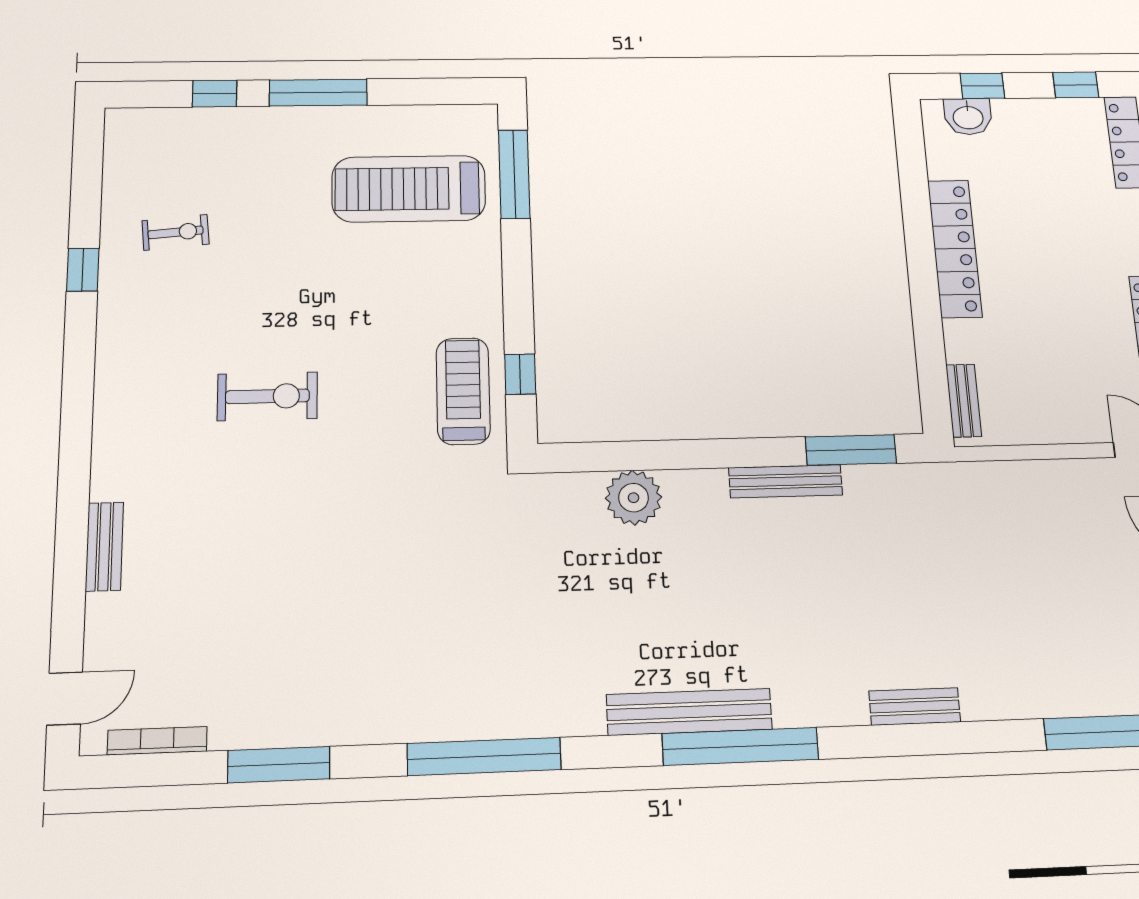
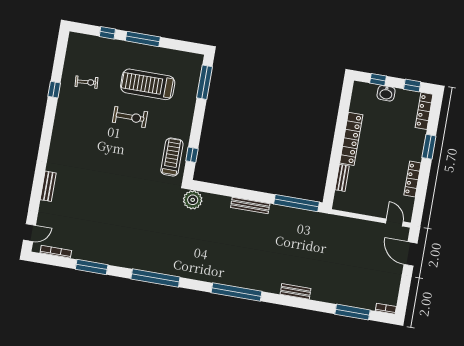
washbasin: (968, 117) -> (386, 93), moved
treadmill: (409, 189) -> (148, 84), moved
exercise bike: (267, 396) -> (130, 117), moved
bench: (964, 401) -> (342, 178), moved
window: (851, 450) -> (297, 203), width x1.46
bench: (786, 481) -> (250, 206), moved
plant: (634, 498) -> (193, 200), moved
bench: (689, 712) -> (223, 278), removed

